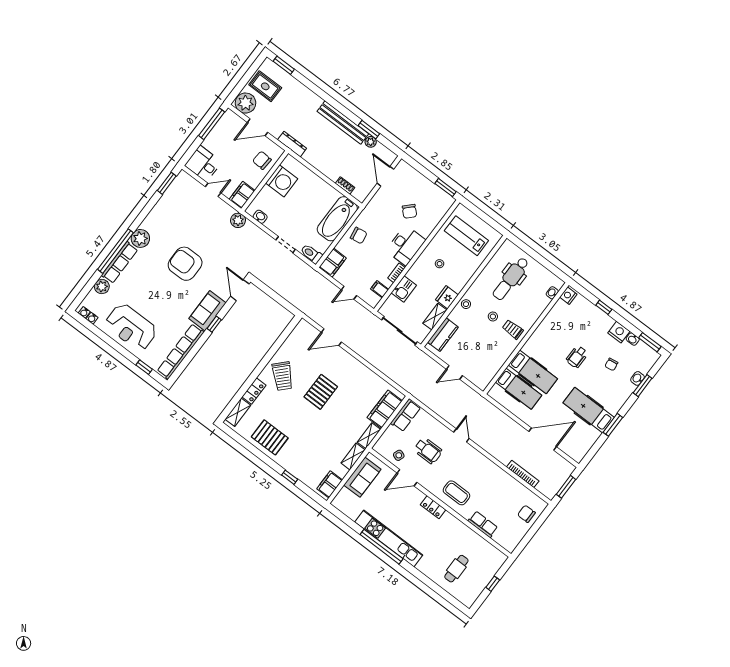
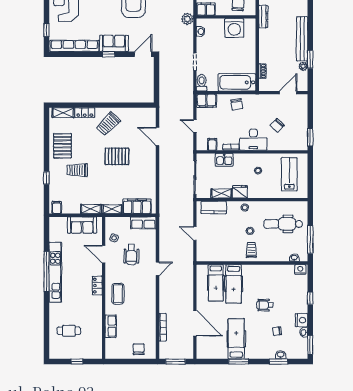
window: (546, 264) -> (310, 239), added
trolley: (305, 441) -> (77, 170), added
filing cabinet: (330, 484) -> (57, 207), width x0.50

